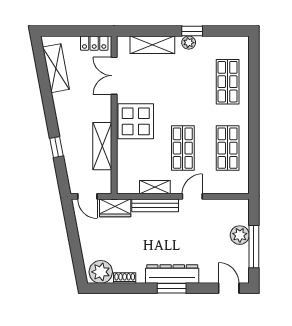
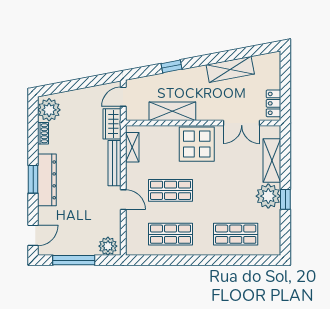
plant: (189, 43) -> (268, 196), width x1.87, depth x1.87
shelving: (56, 68) -> (230, 69), moved
double door: (114, 76) -> (242, 123), swing flipped
shelving: (155, 187) -> (132, 147), moved
plant: (240, 235) -> (108, 246), moved

